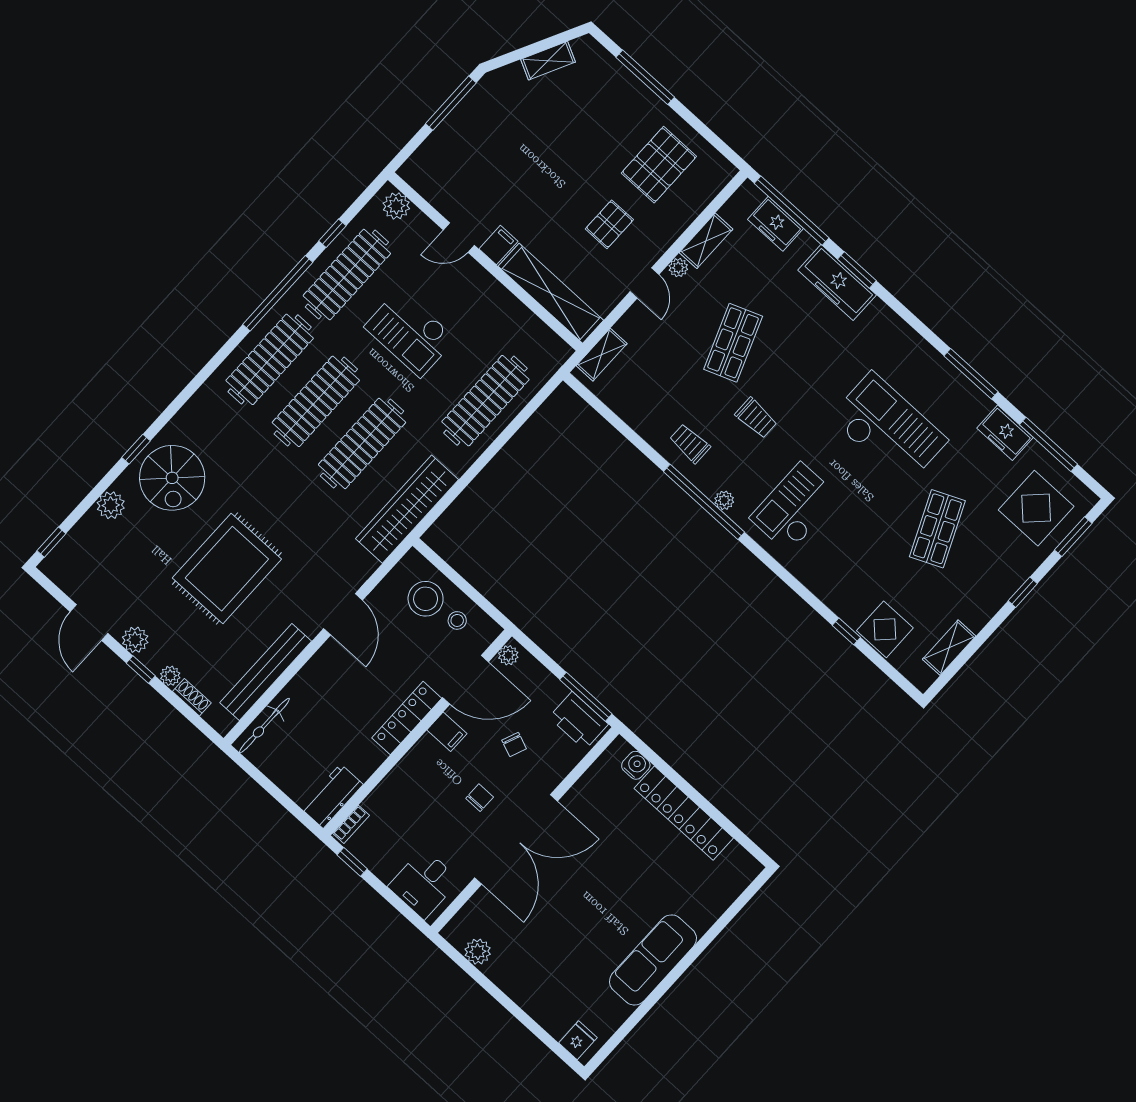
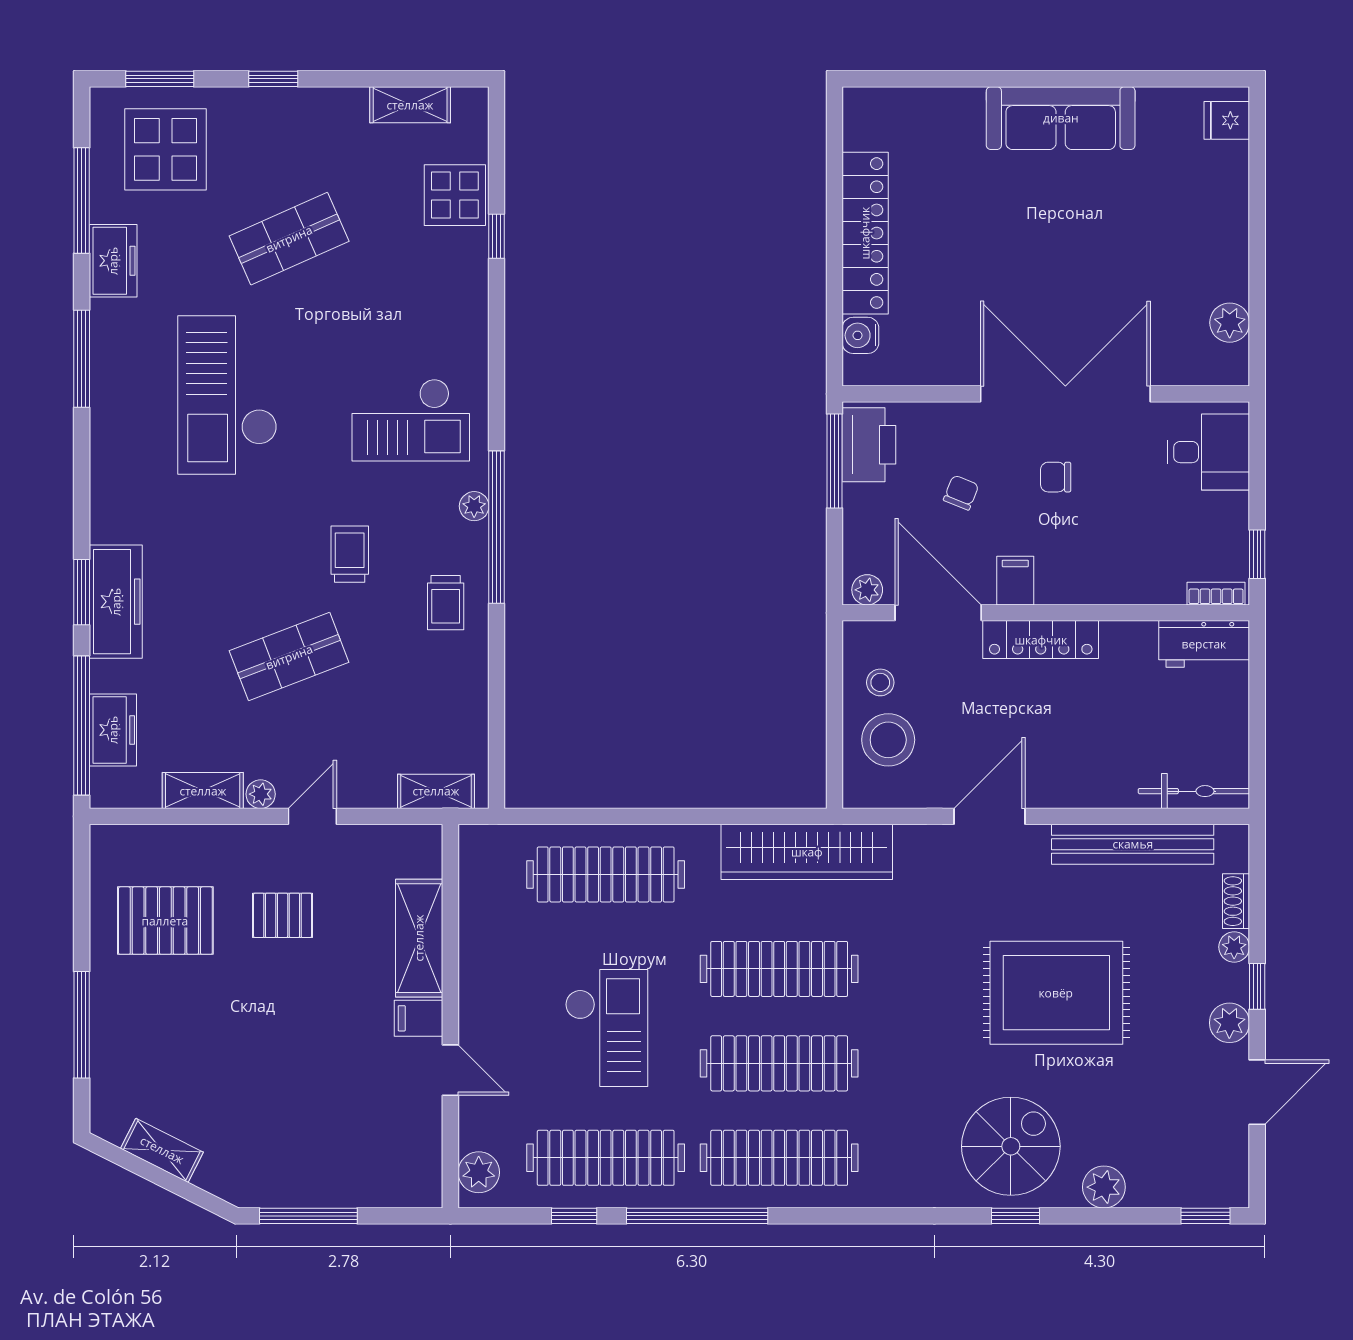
shelving: (551, 293) -> (419, 938), width x0.68

